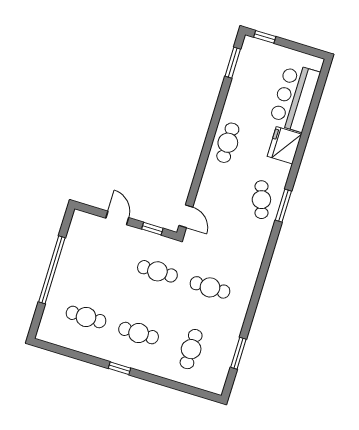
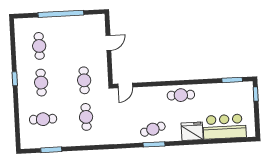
window: (152, 229) -> (110, 67), removed

